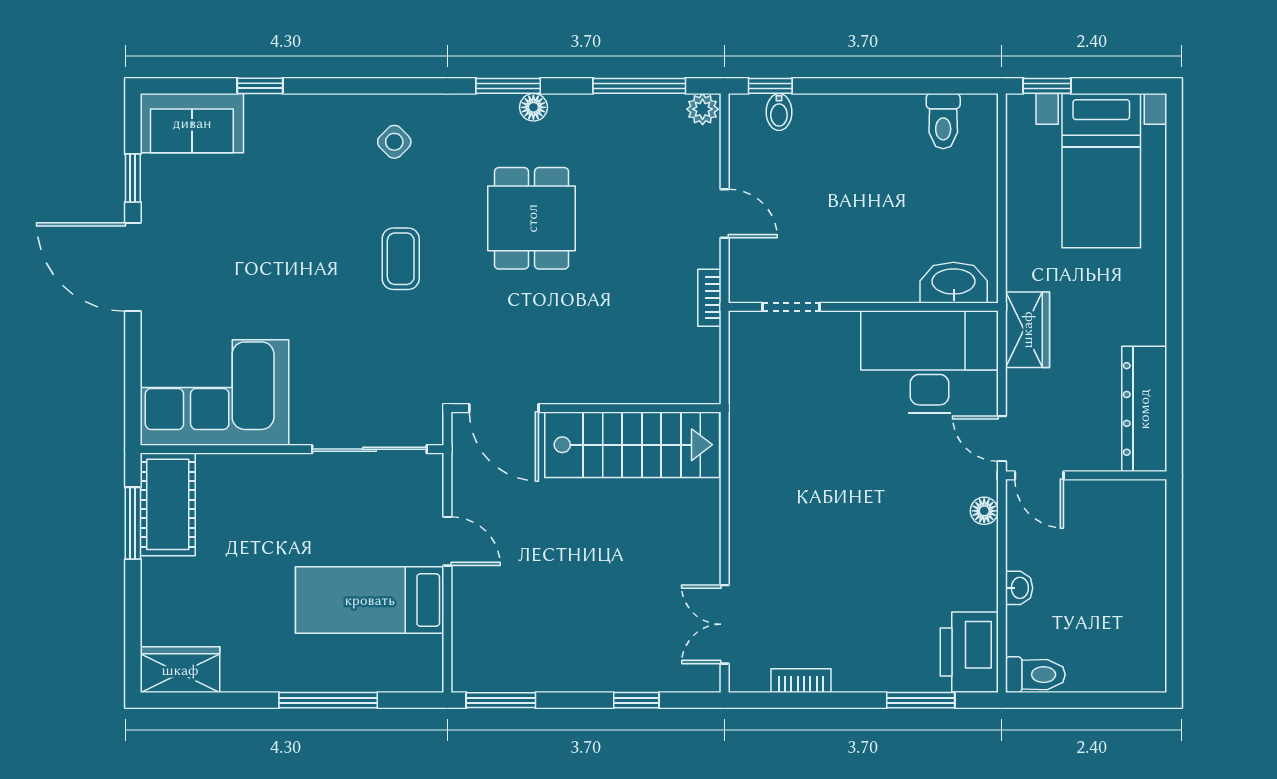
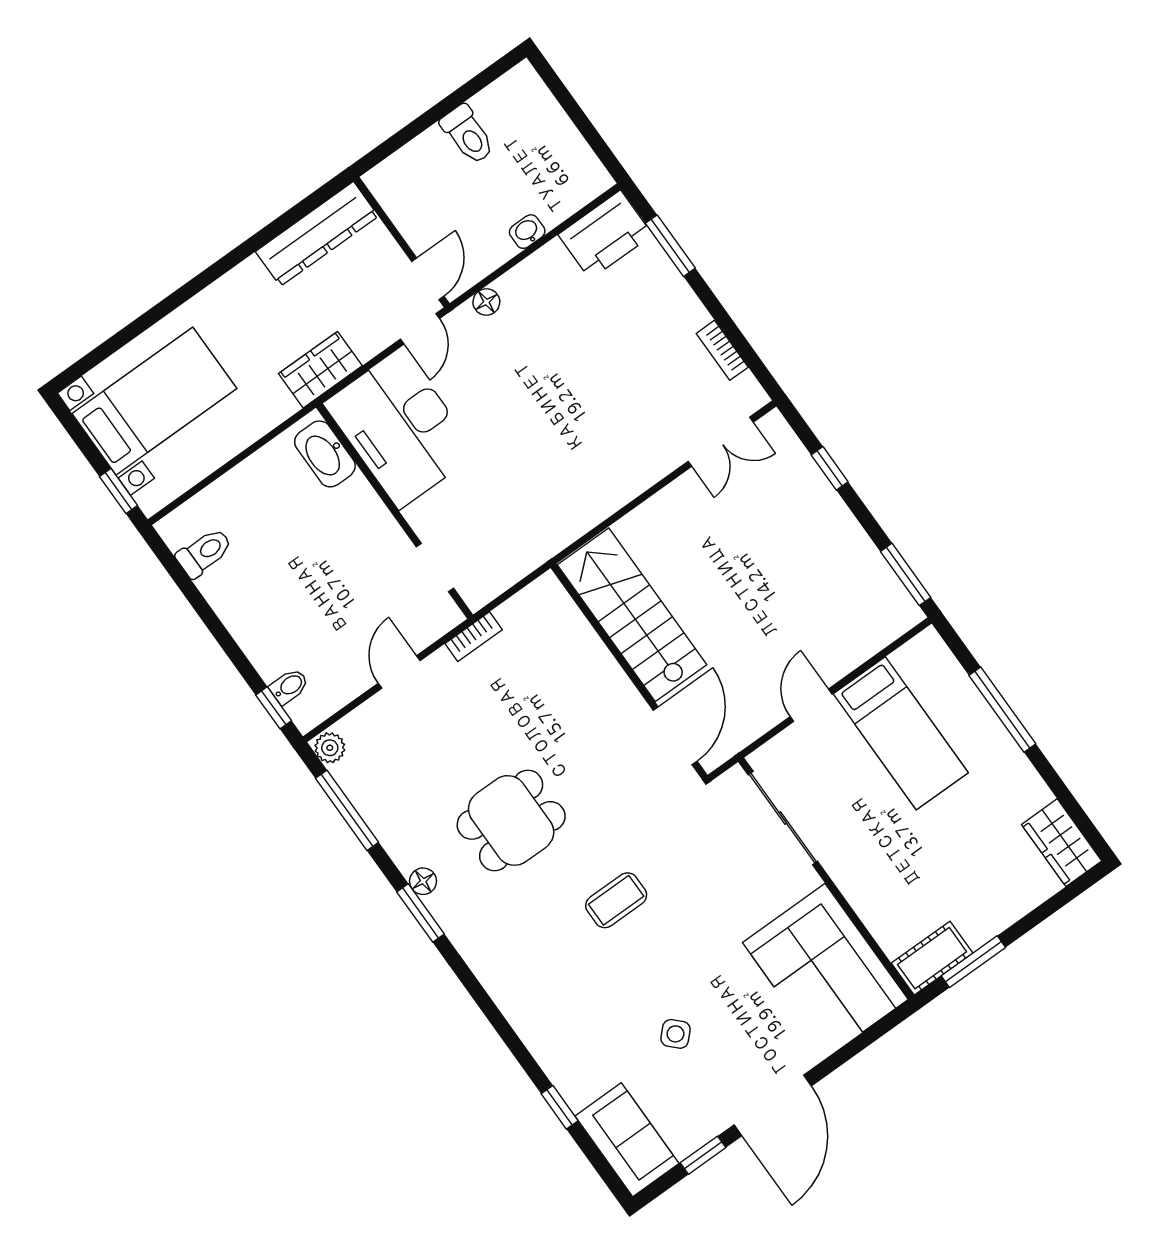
side table: (394, 142) -> (675, 1034), moved
cot: (168, 504) -> (932, 958), width x0.73, depth x0.75
toilet: (1035, 675) -> (468, 135), moved, turned 180

